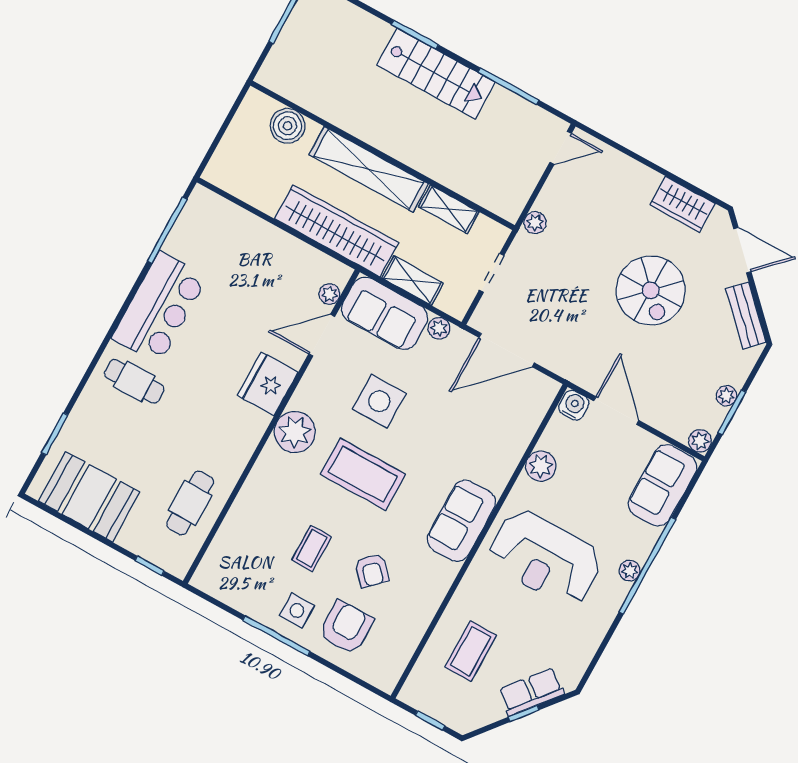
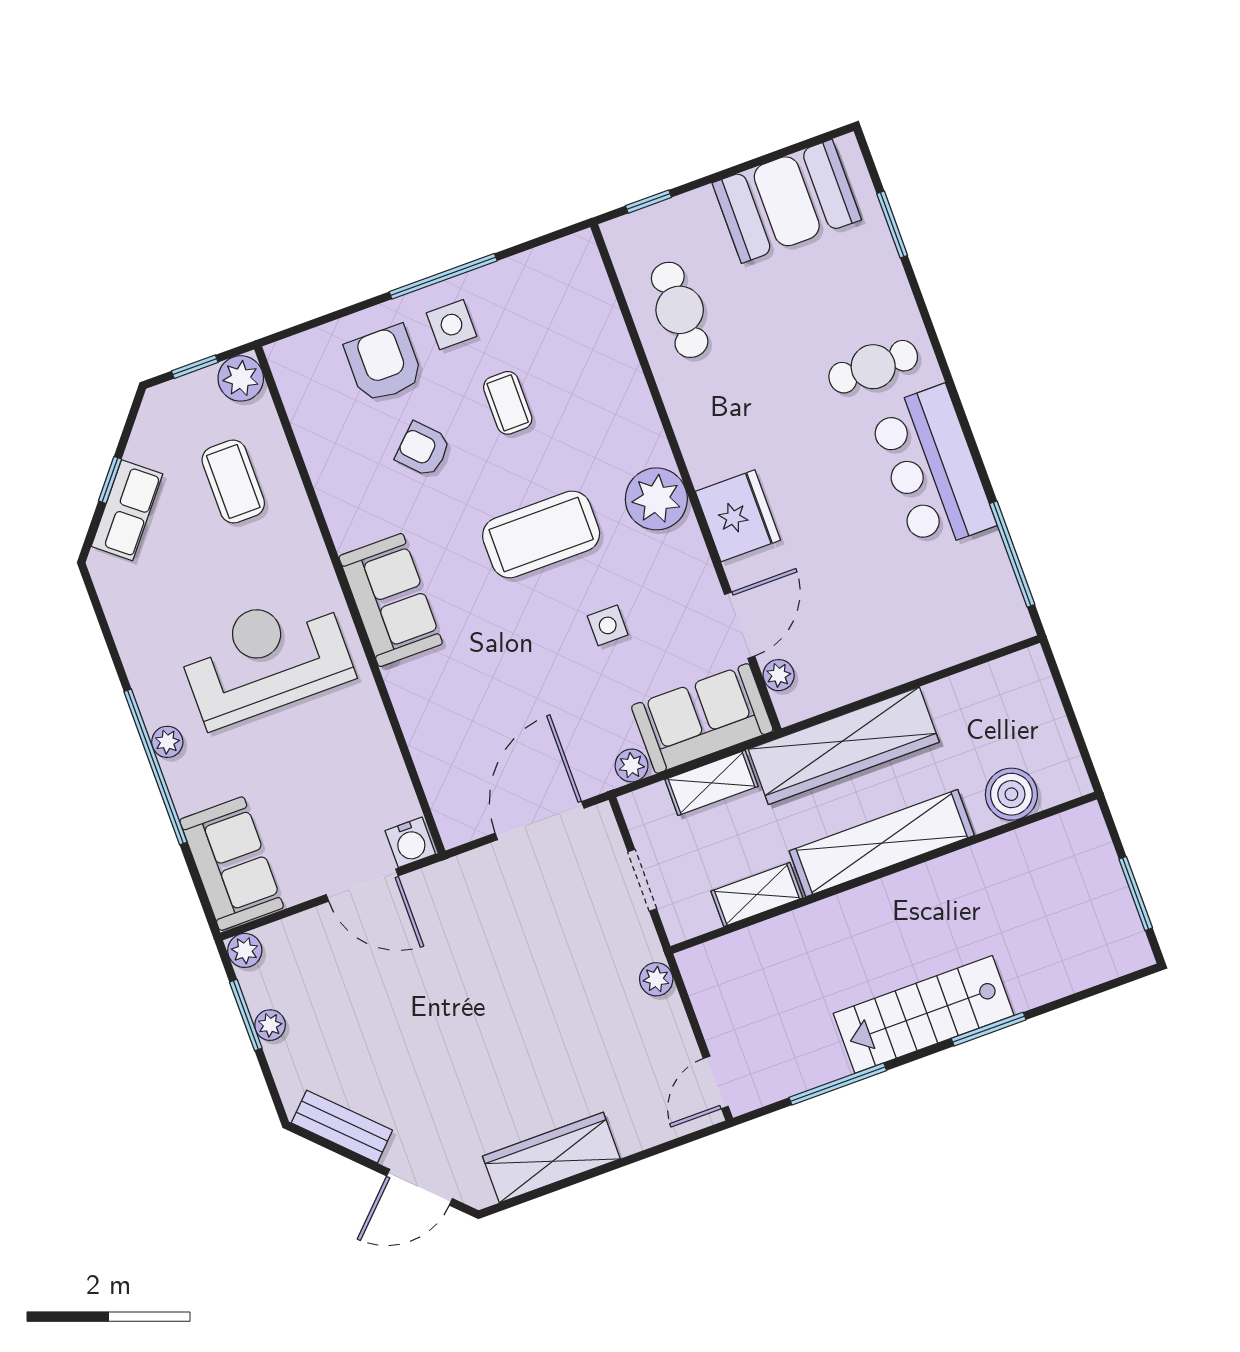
wardrobe: (682, 204) -> (551, 1158), width x1.50
spiral stairs: (651, 290) -> (465, 1043), removed
side table: (379, 401) -> (608, 625), width x0.54, depth x0.54
plant: (541, 466) -> (241, 378), moved
armchair: (346, 627) -> (384, 364), turned 180

